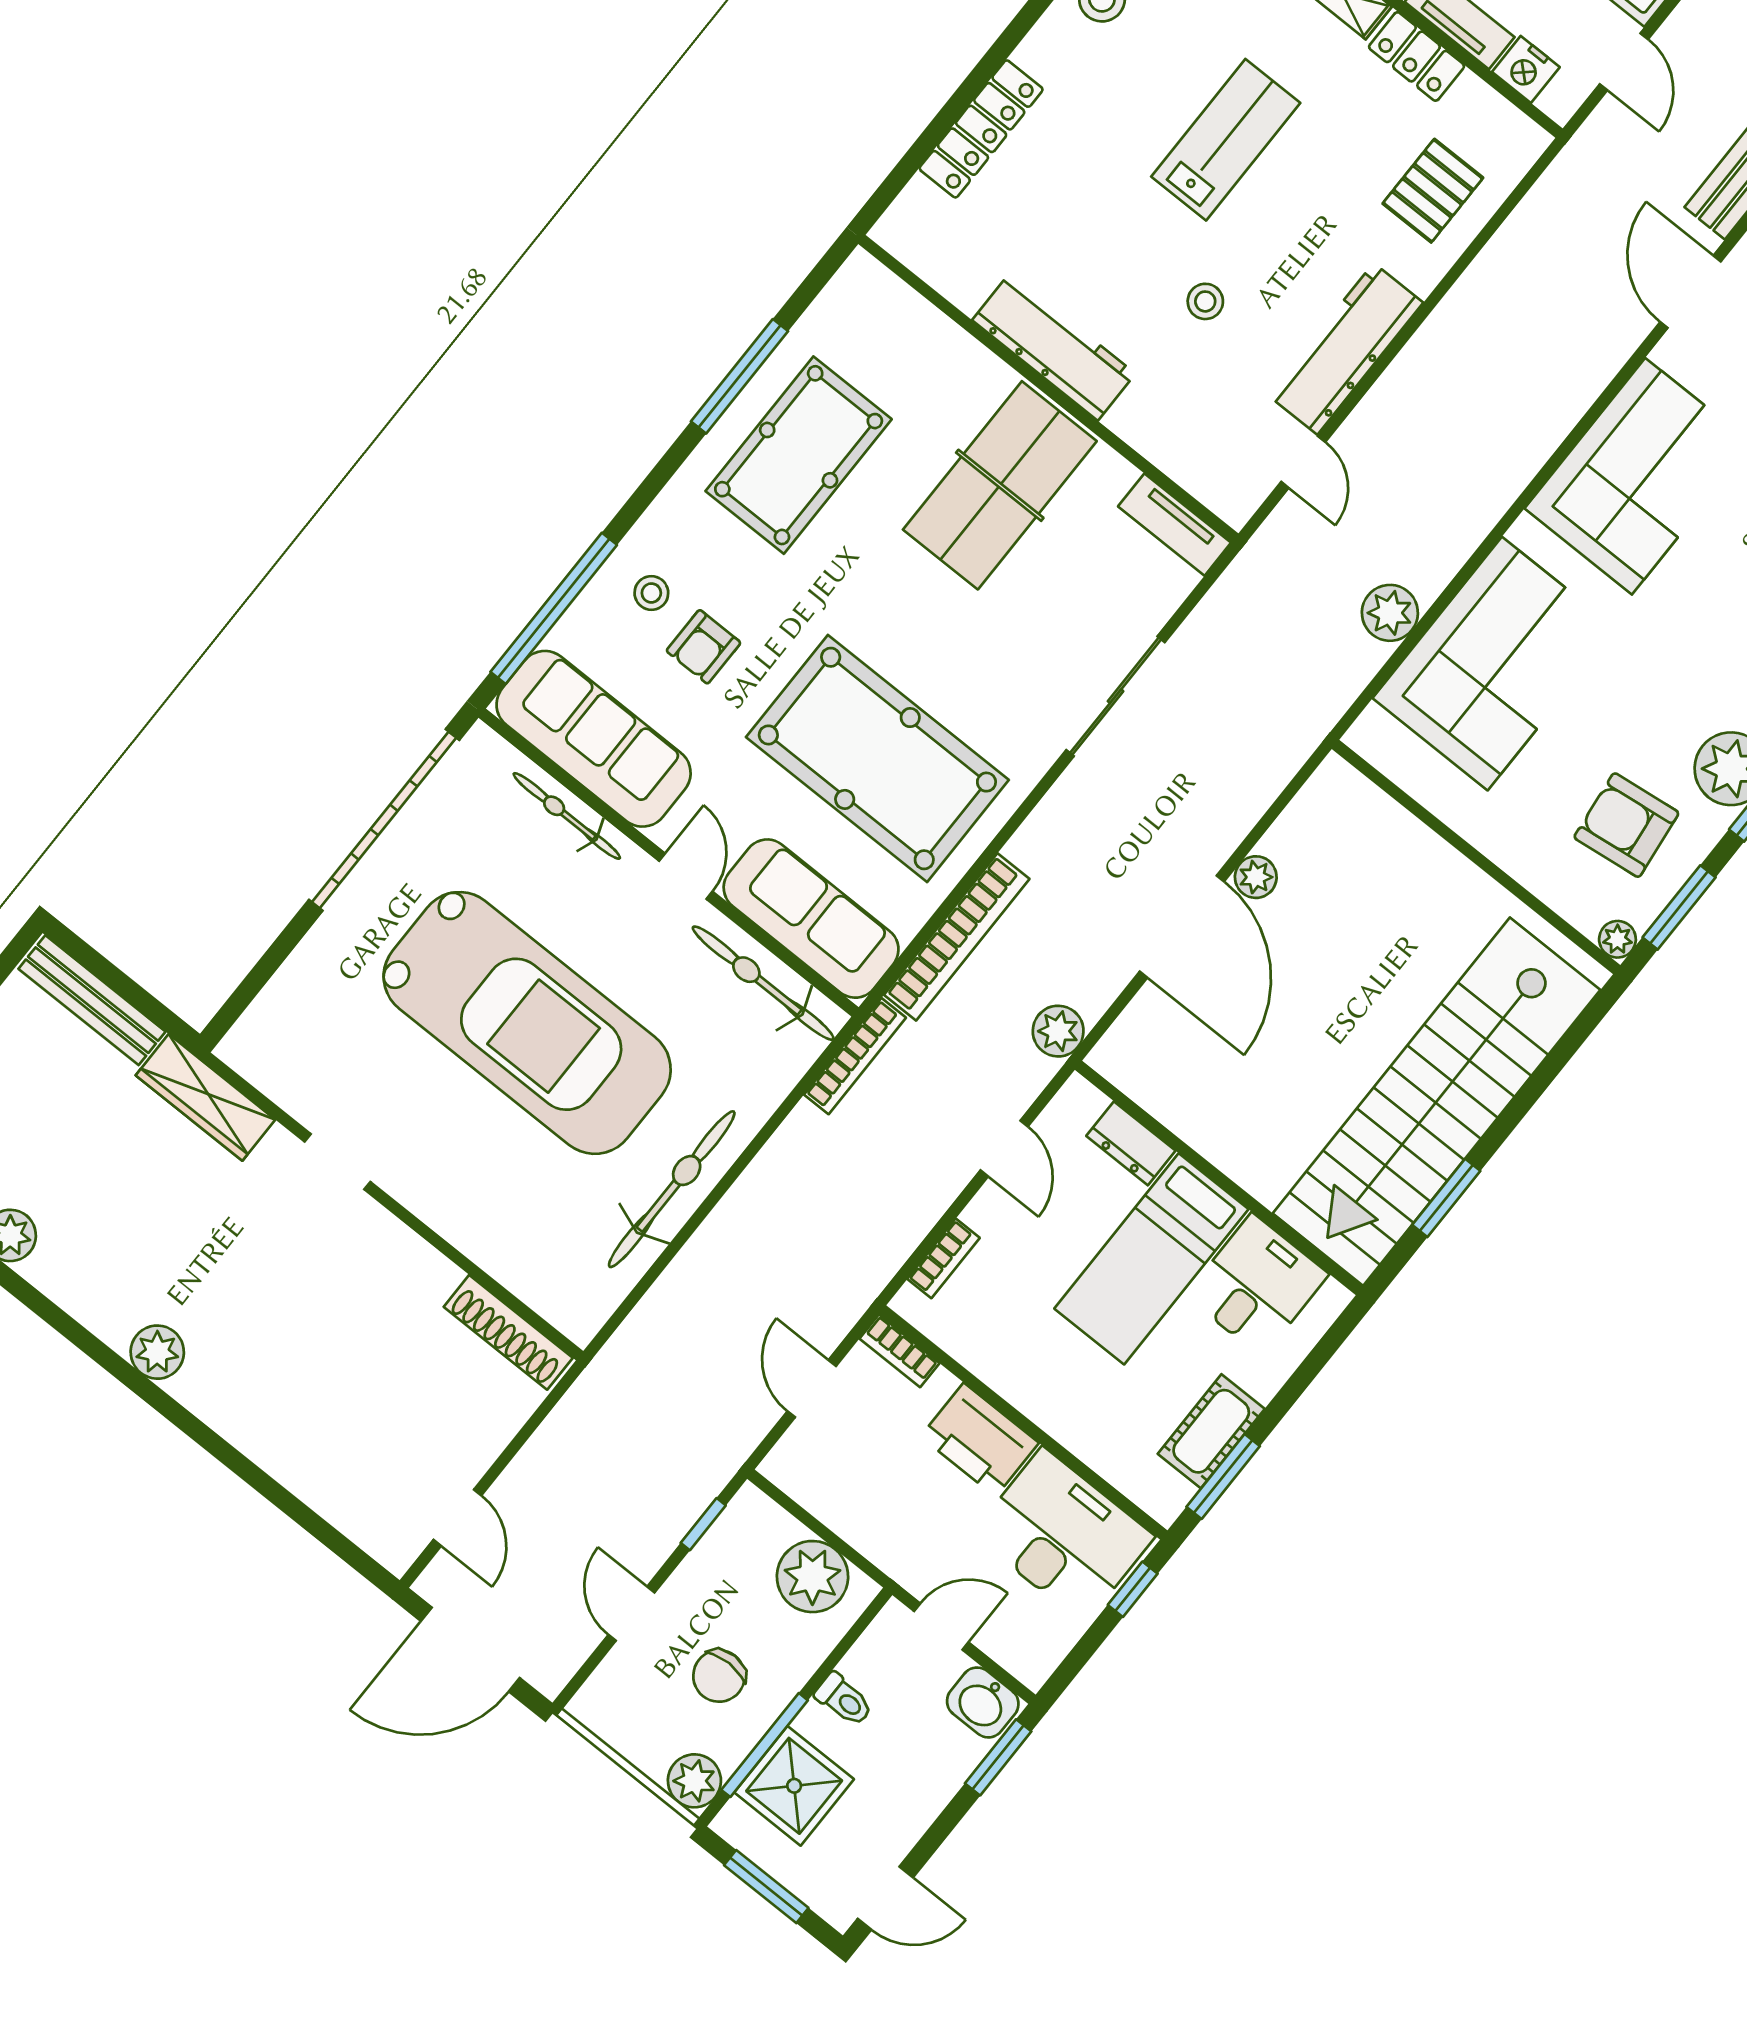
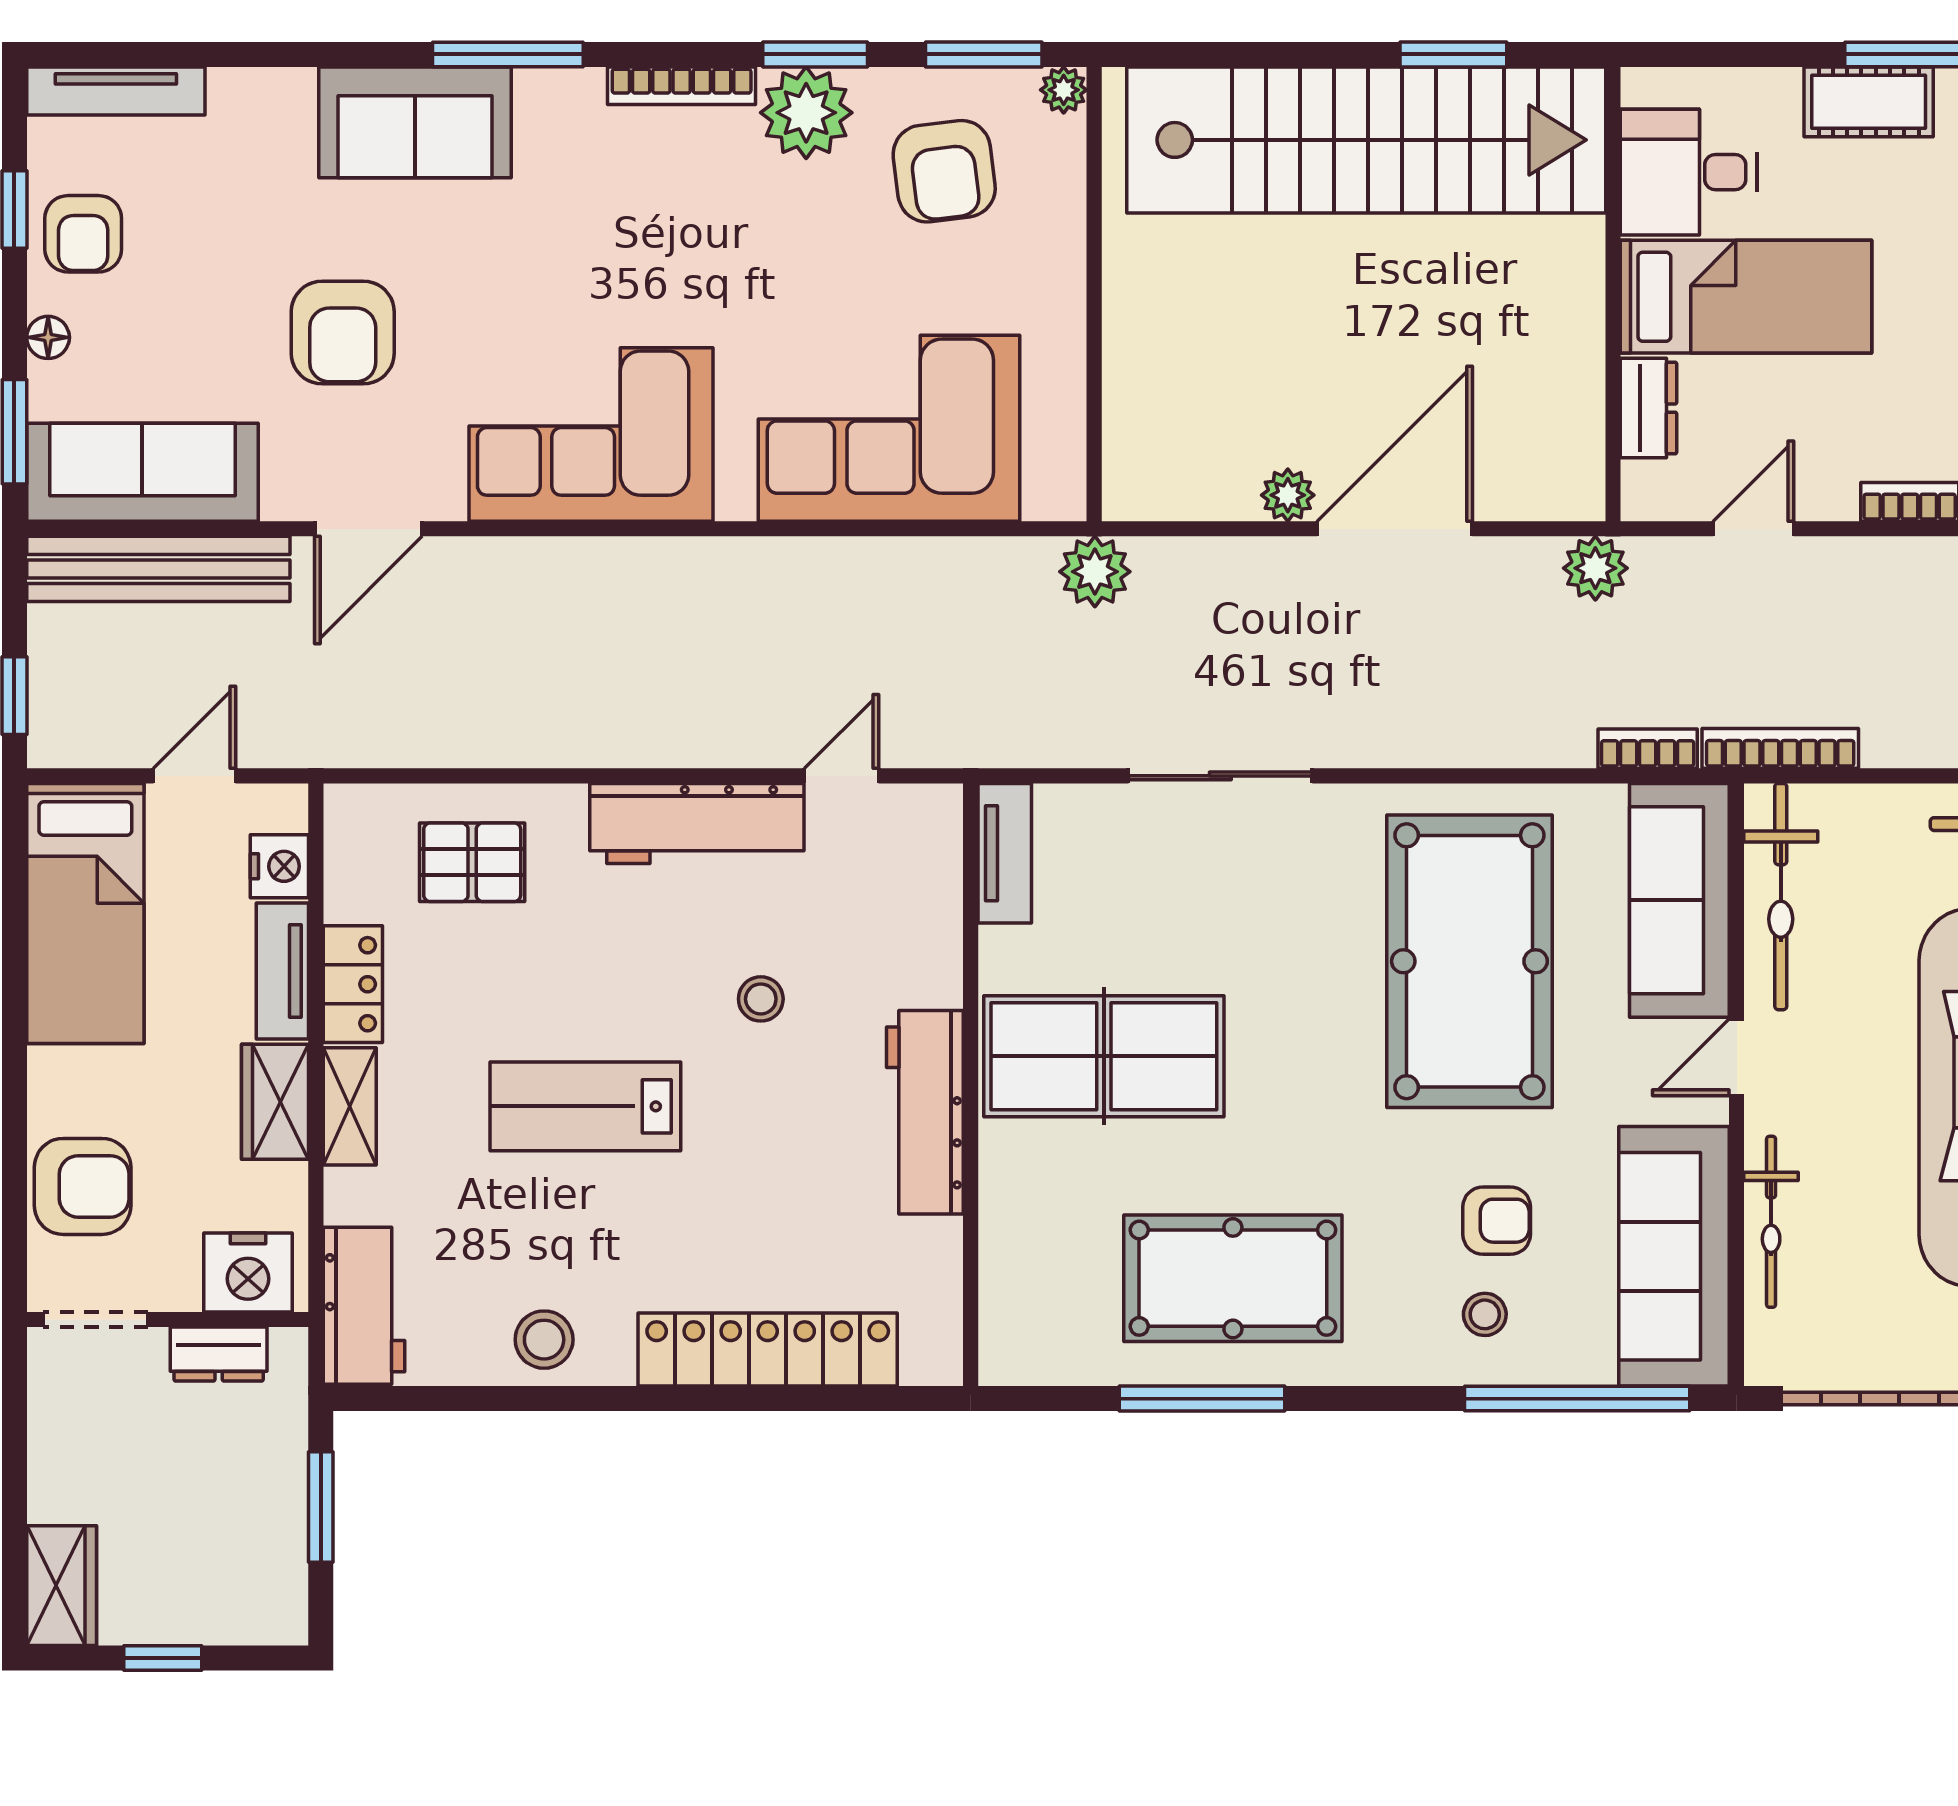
locker: (981, 129) -> (768, 1350), width x1.41, depth x1.21
plant: (1390, 613) -> (1095, 572), moved
bookcase: (957, 937) -> (1648, 749), width x0.43, depth x0.76

